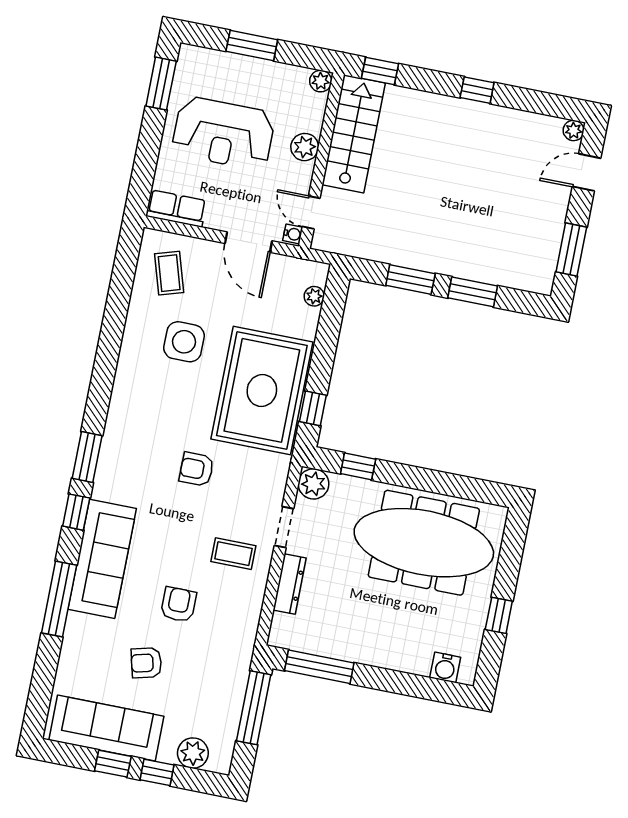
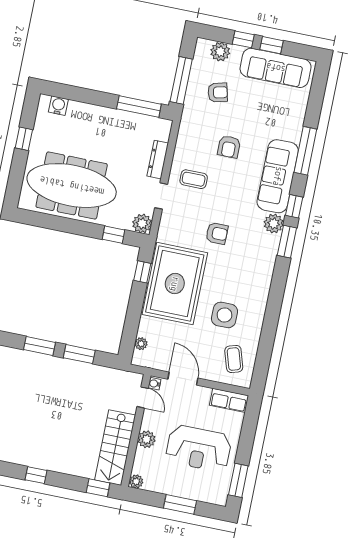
reception desk: (223, 133) -> (199, 448), turned 180
plant: (108, 485) -> (274, 224), added
armchair: (146, 663) -> (218, 92), moved

